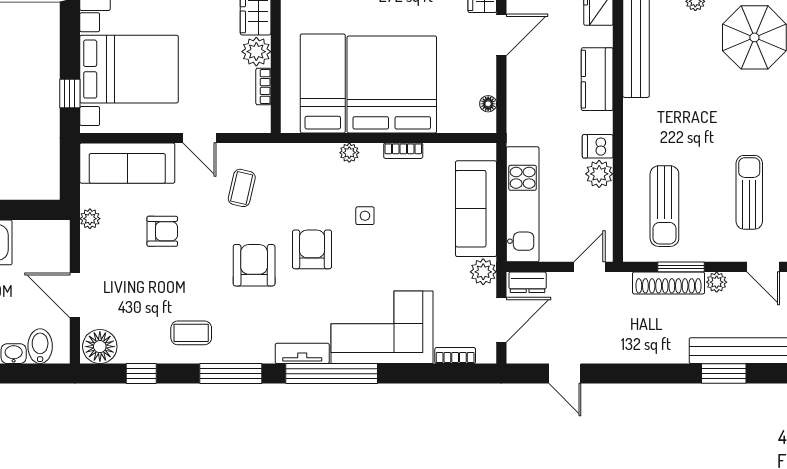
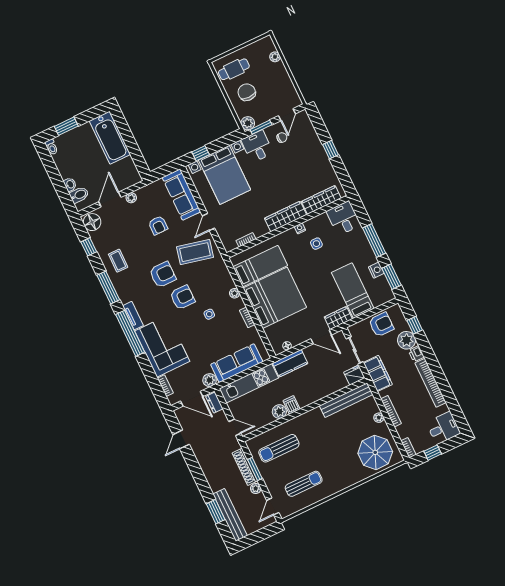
plant: (256, 52) -> (260, 229), removed
kitchen counter: (597, 79) -> (290, 363), moved, turned 180
coffee table: (242, 188) -> (195, 252), width x1.86, depth x1.72
plant: (90, 219) -> (131, 198), moved

